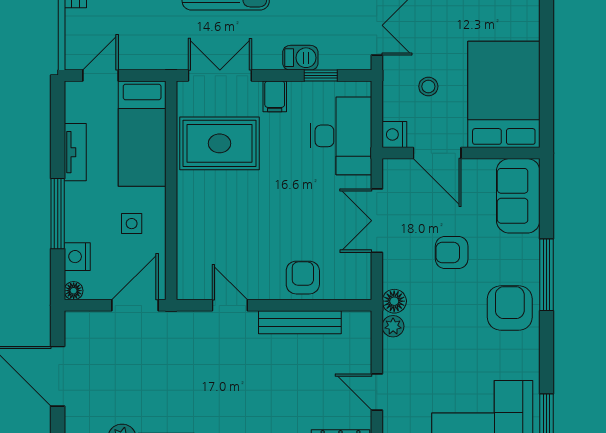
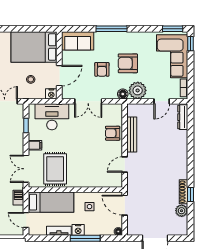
barbecue: (300, 58) -> (18, 198), moved
nightstand: (77, 257) -> (78, 230), moved
armchair: (510, 308) -> (128, 63), moved
plant: (393, 326) -> (138, 90), width x1.87, depth x1.87

